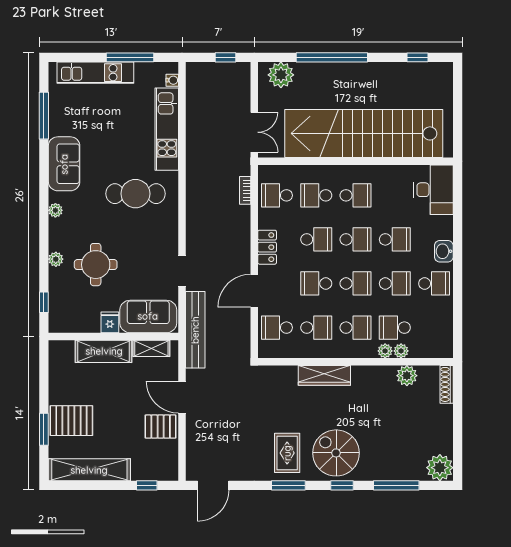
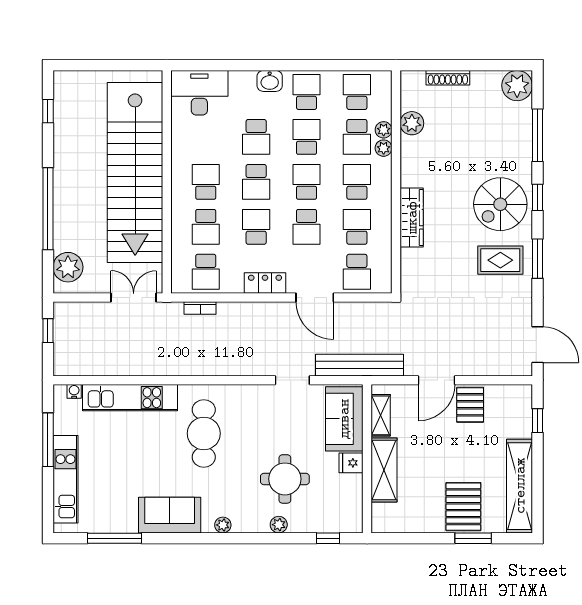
school desk: (356, 239) -> (256, 182), turned 180
school desk: (395, 239) -> (256, 137), turned 180
school desk: (434, 328) -> (357, 92), added
shoe rack: (447, 384) -> (448, 78), moved

